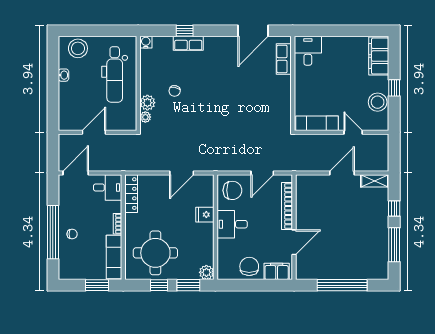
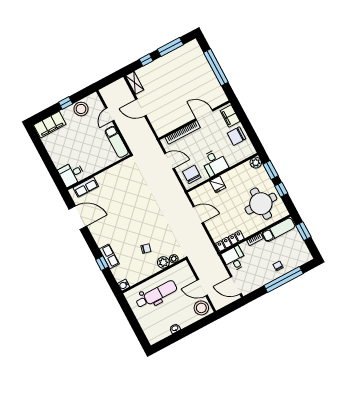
stool: (78, 48) -> (201, 308), moved

